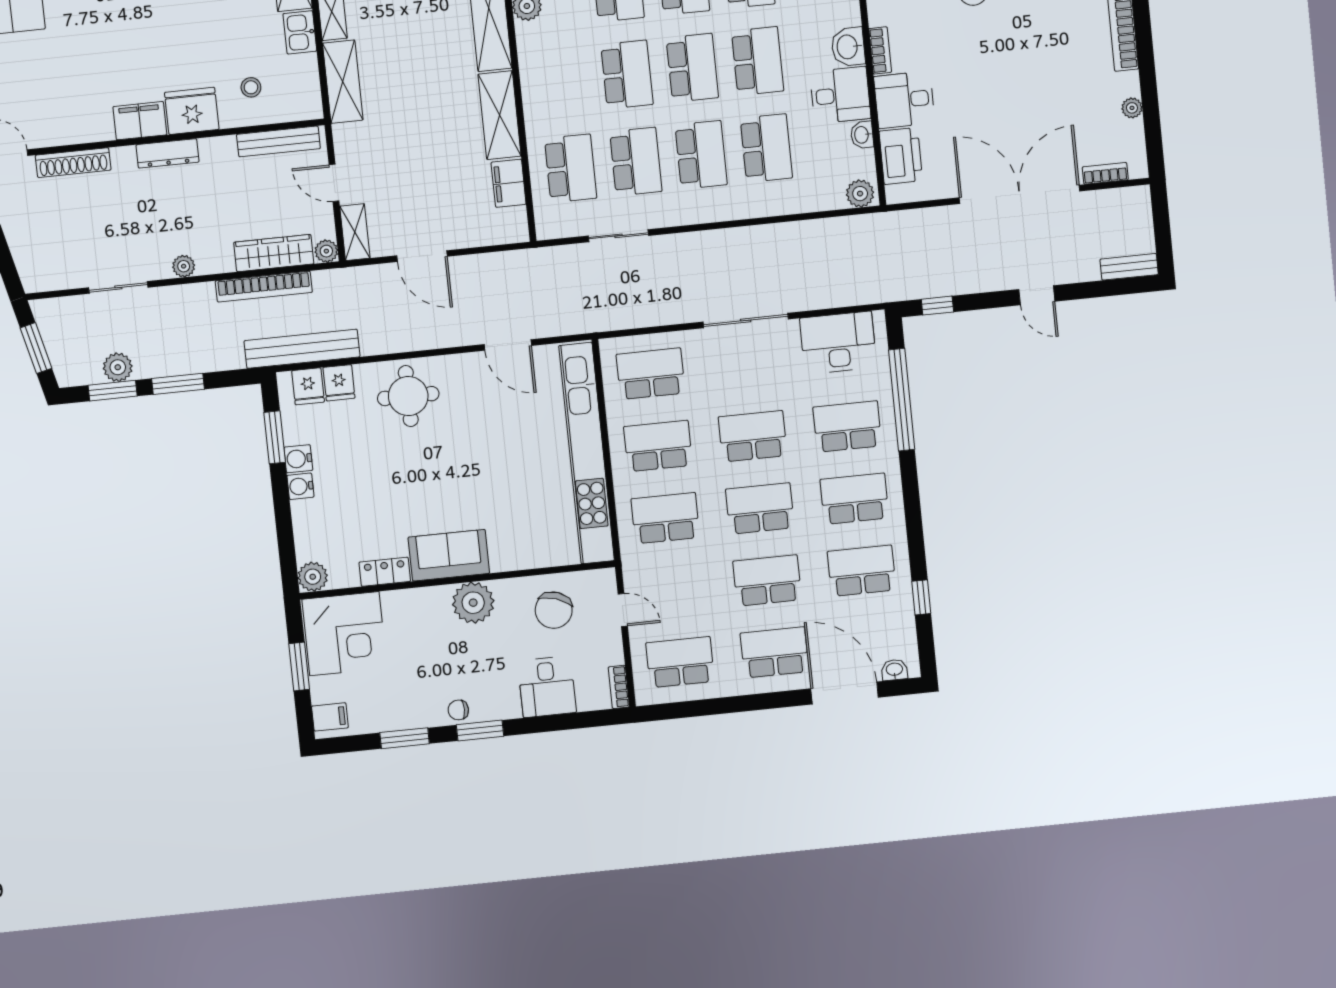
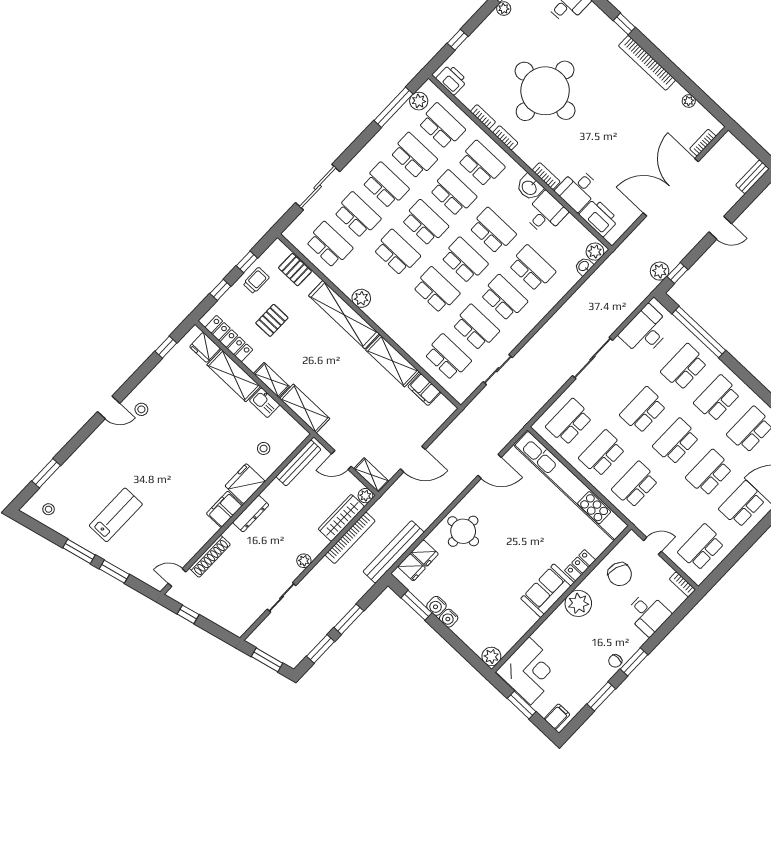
washbasin: (862, 135) -> (584, 266), moved, turned 90
plant: (118, 367) -> (660, 271), moved
locker: (385, 572) -> (580, 565), moved

